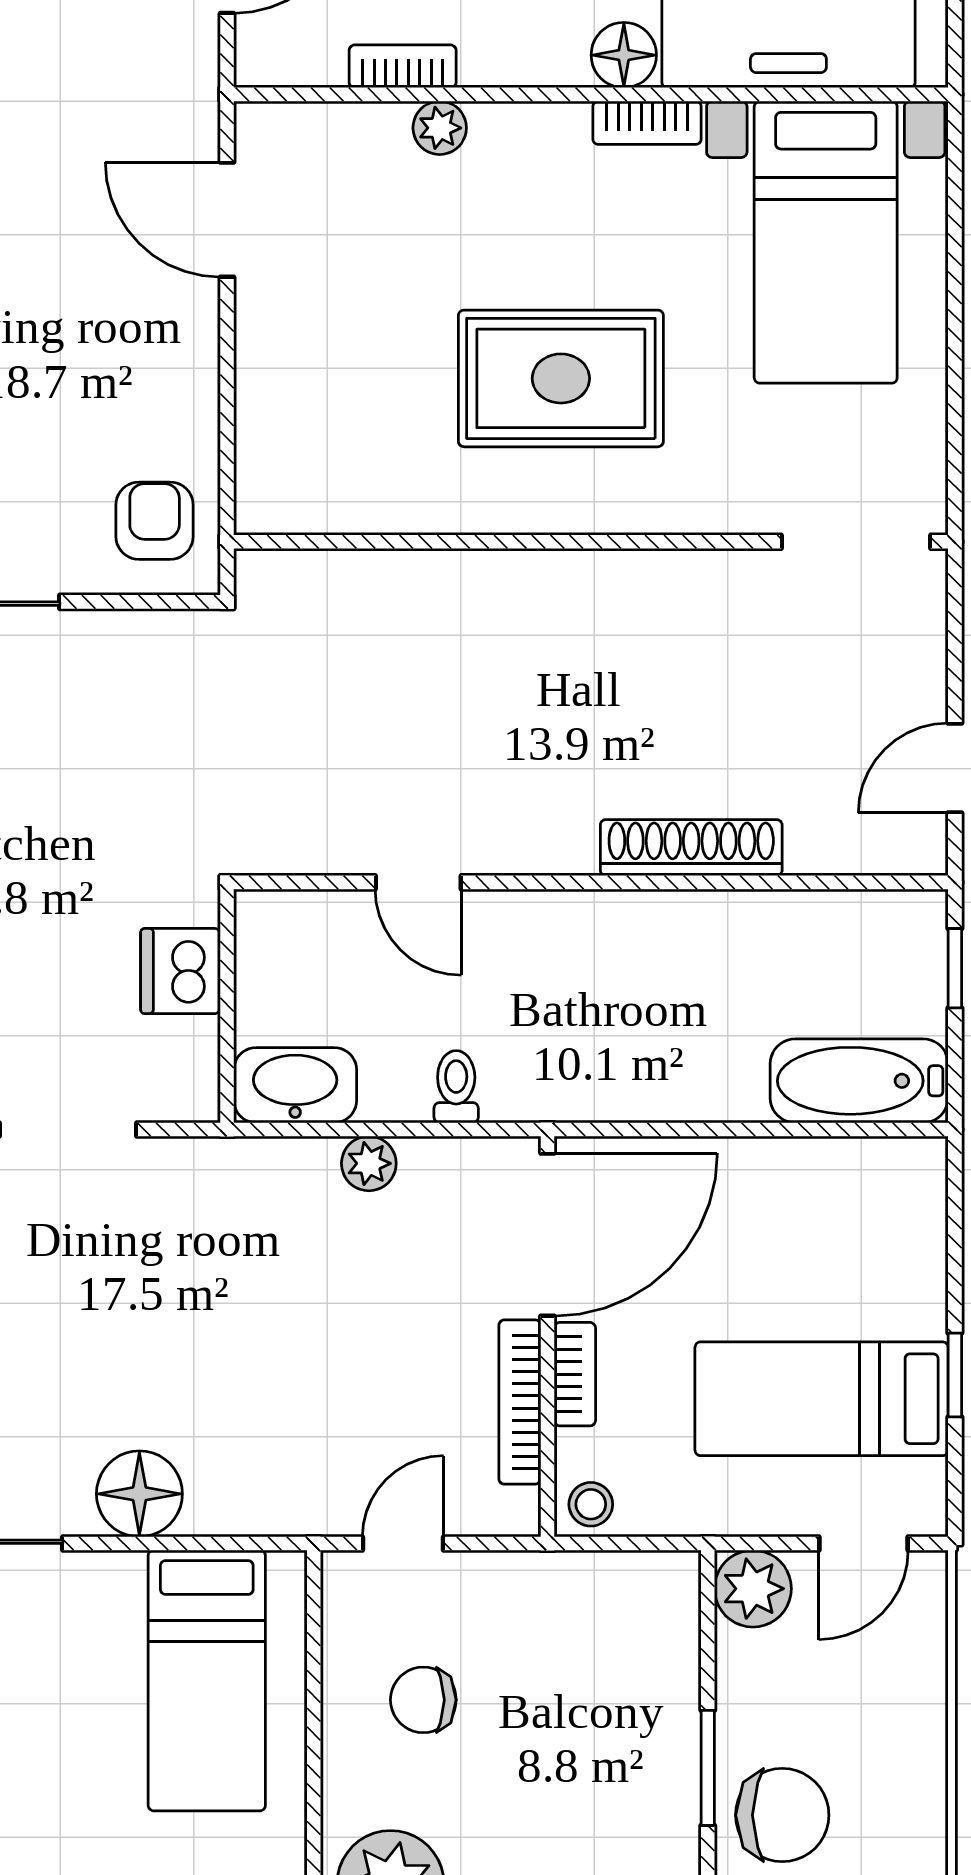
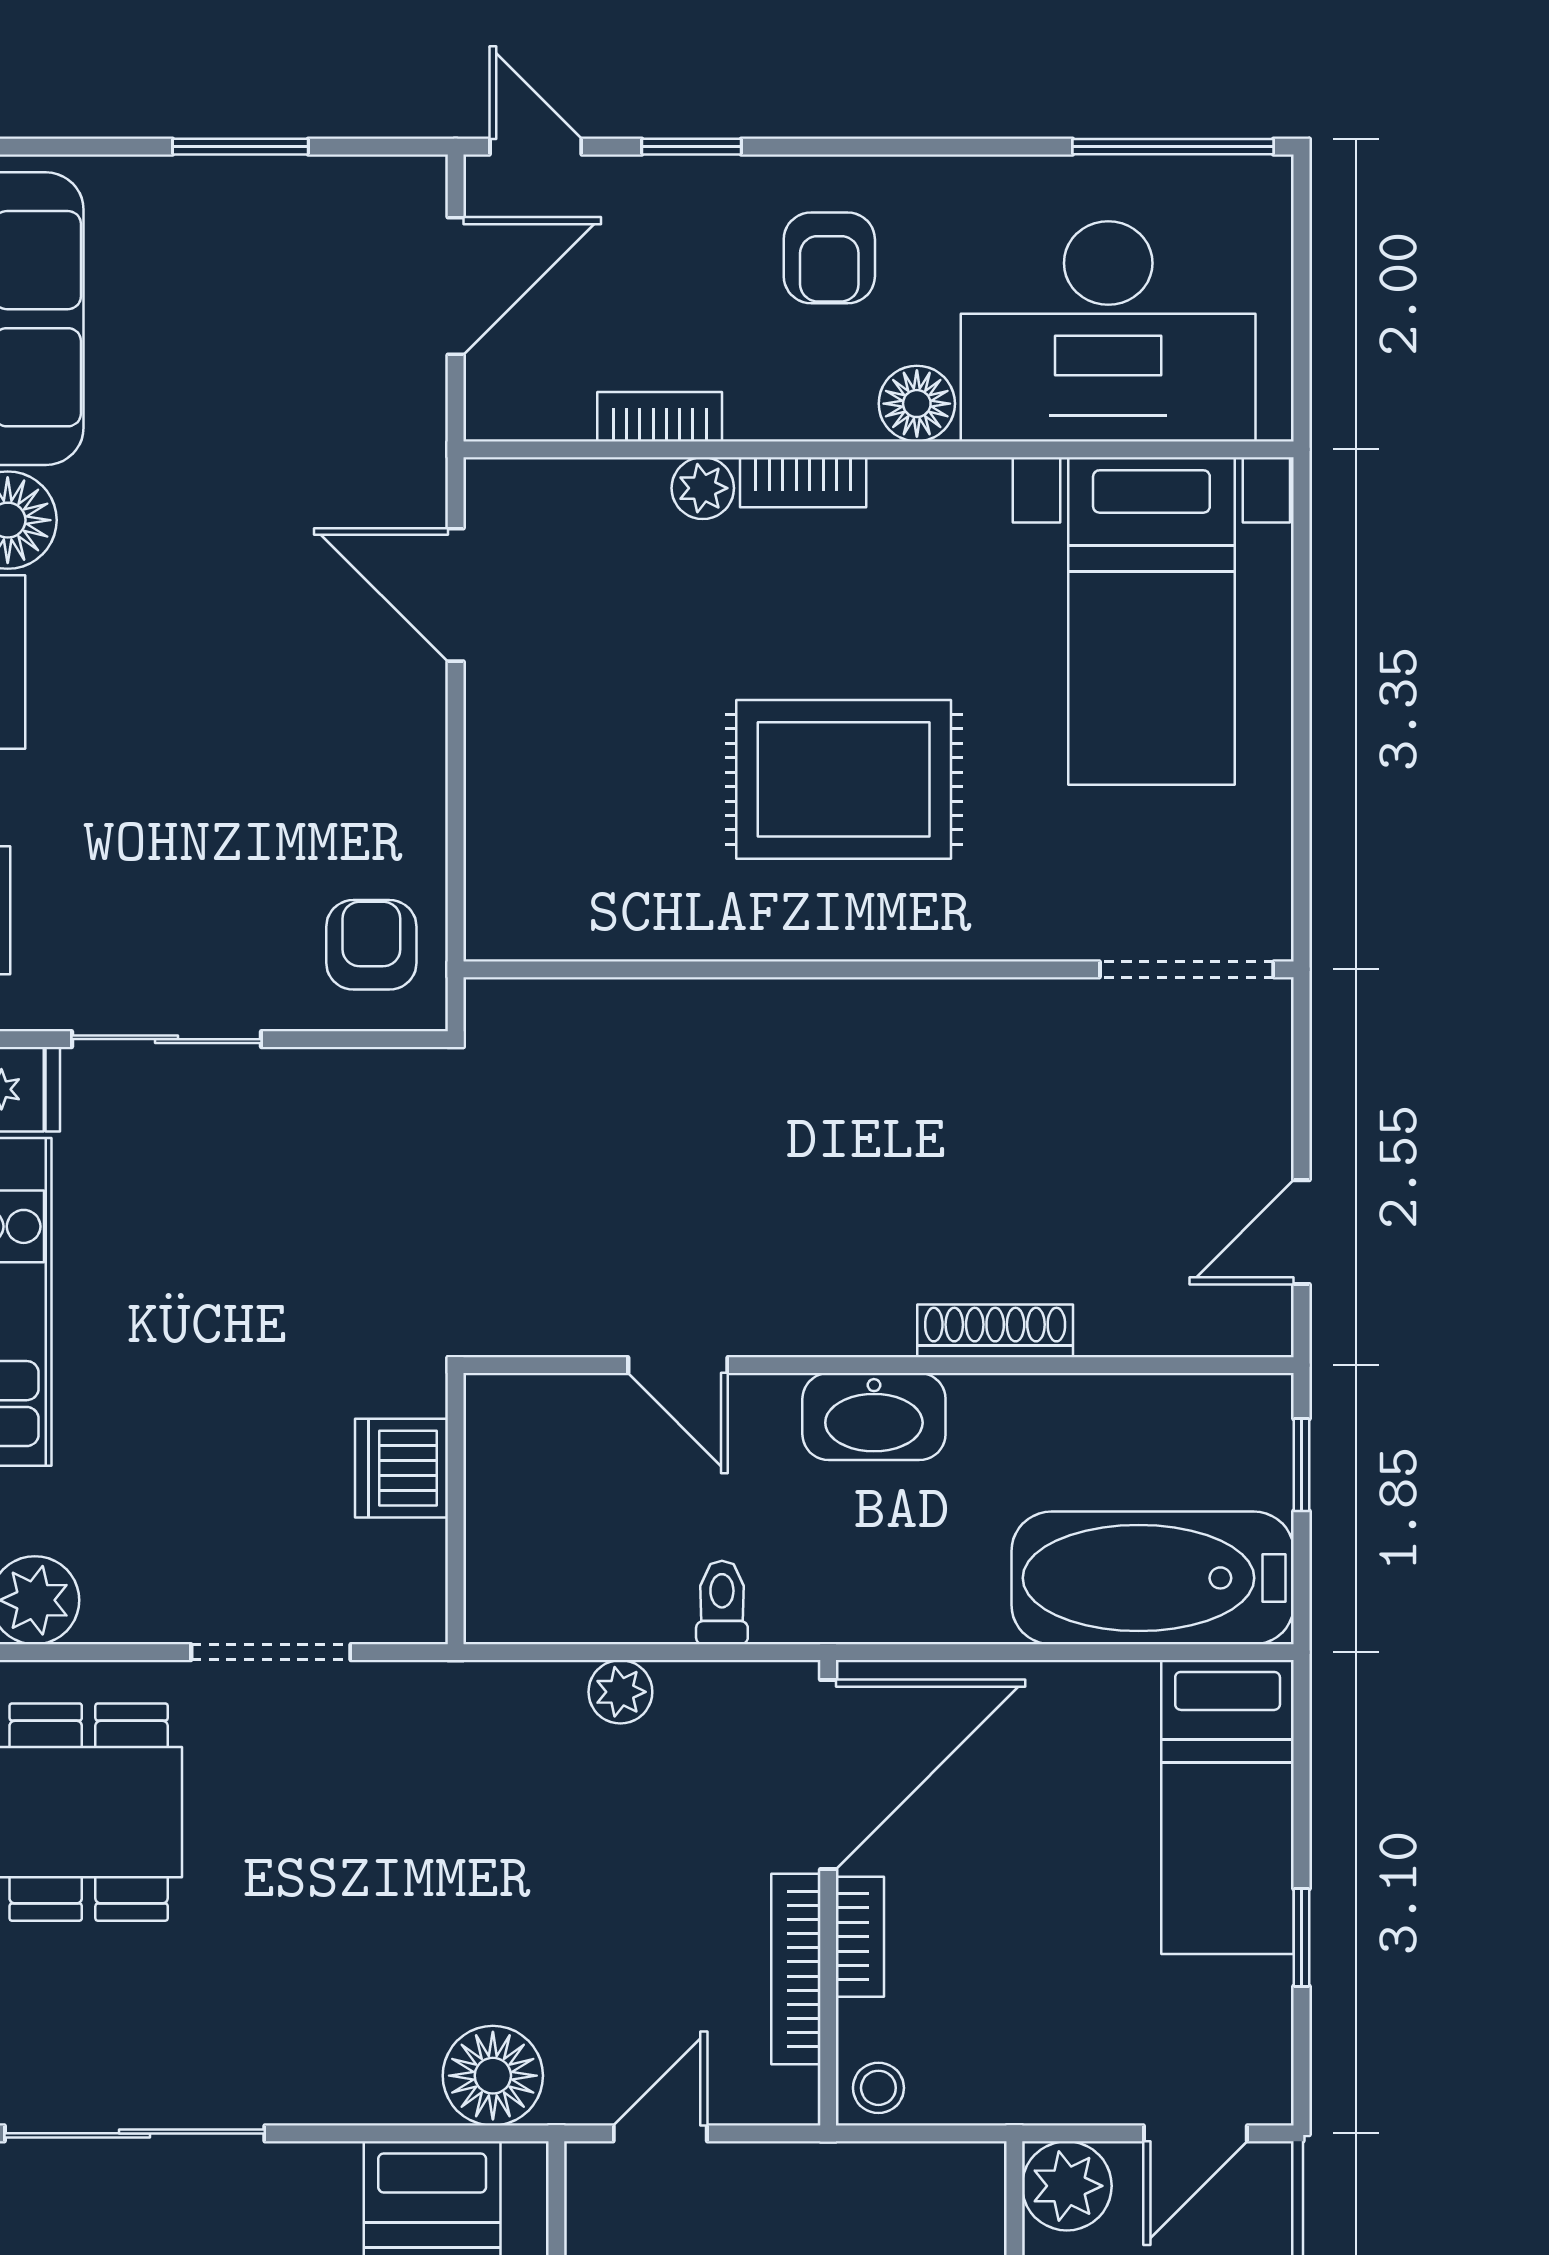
bookcase: (647, 123) -> (803, 482), moved
shoe rack: (691, 848) -> (995, 1331), width x0.74, depth x0.81
bathtub: (859, 1081) -> (1153, 1578), width x1.36, depth x1.36
washbasin: (295, 1085) -> (874, 1417), moved, turned 180
bed: (822, 1399) -> (1228, 1807), moved, turned -90
floor lamp: (139, 1494) -> (493, 2076), moved

